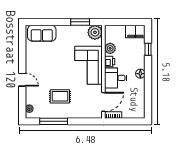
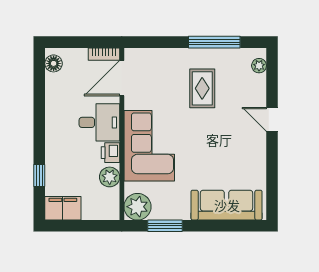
sofa: (42, 33) -> (227, 205), width x1.36
floor lamp: (140, 74) -> (54, 63), moved
rug: (60, 96) -> (202, 88), turned 90

